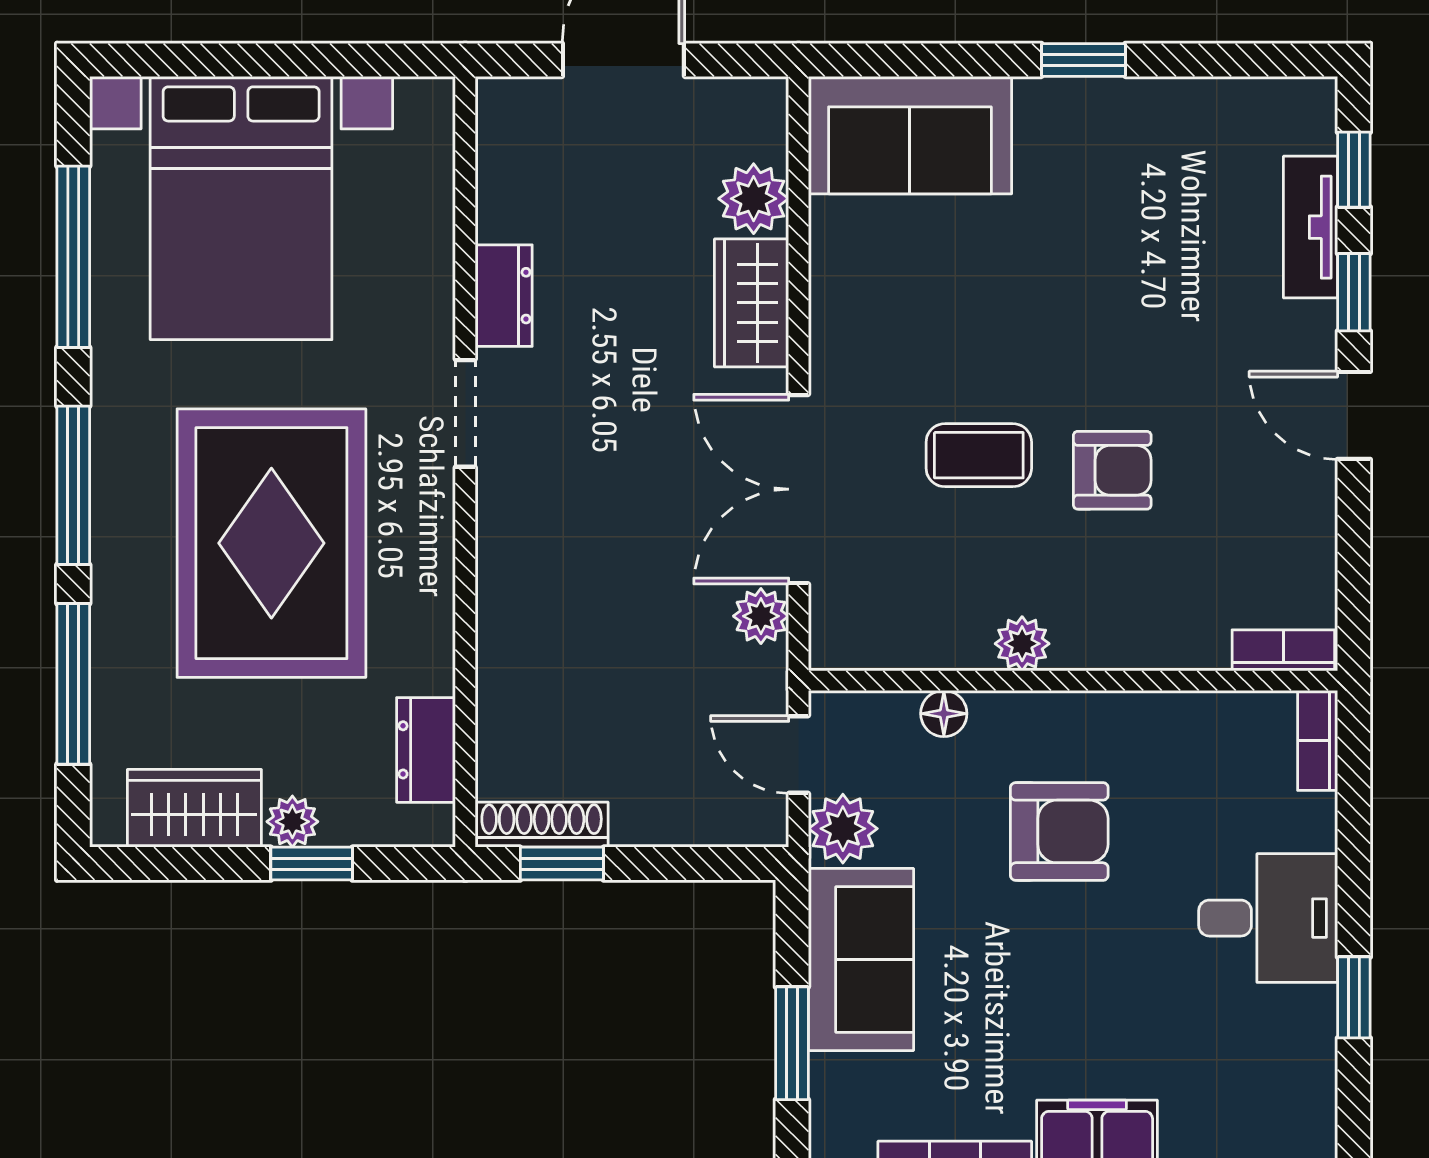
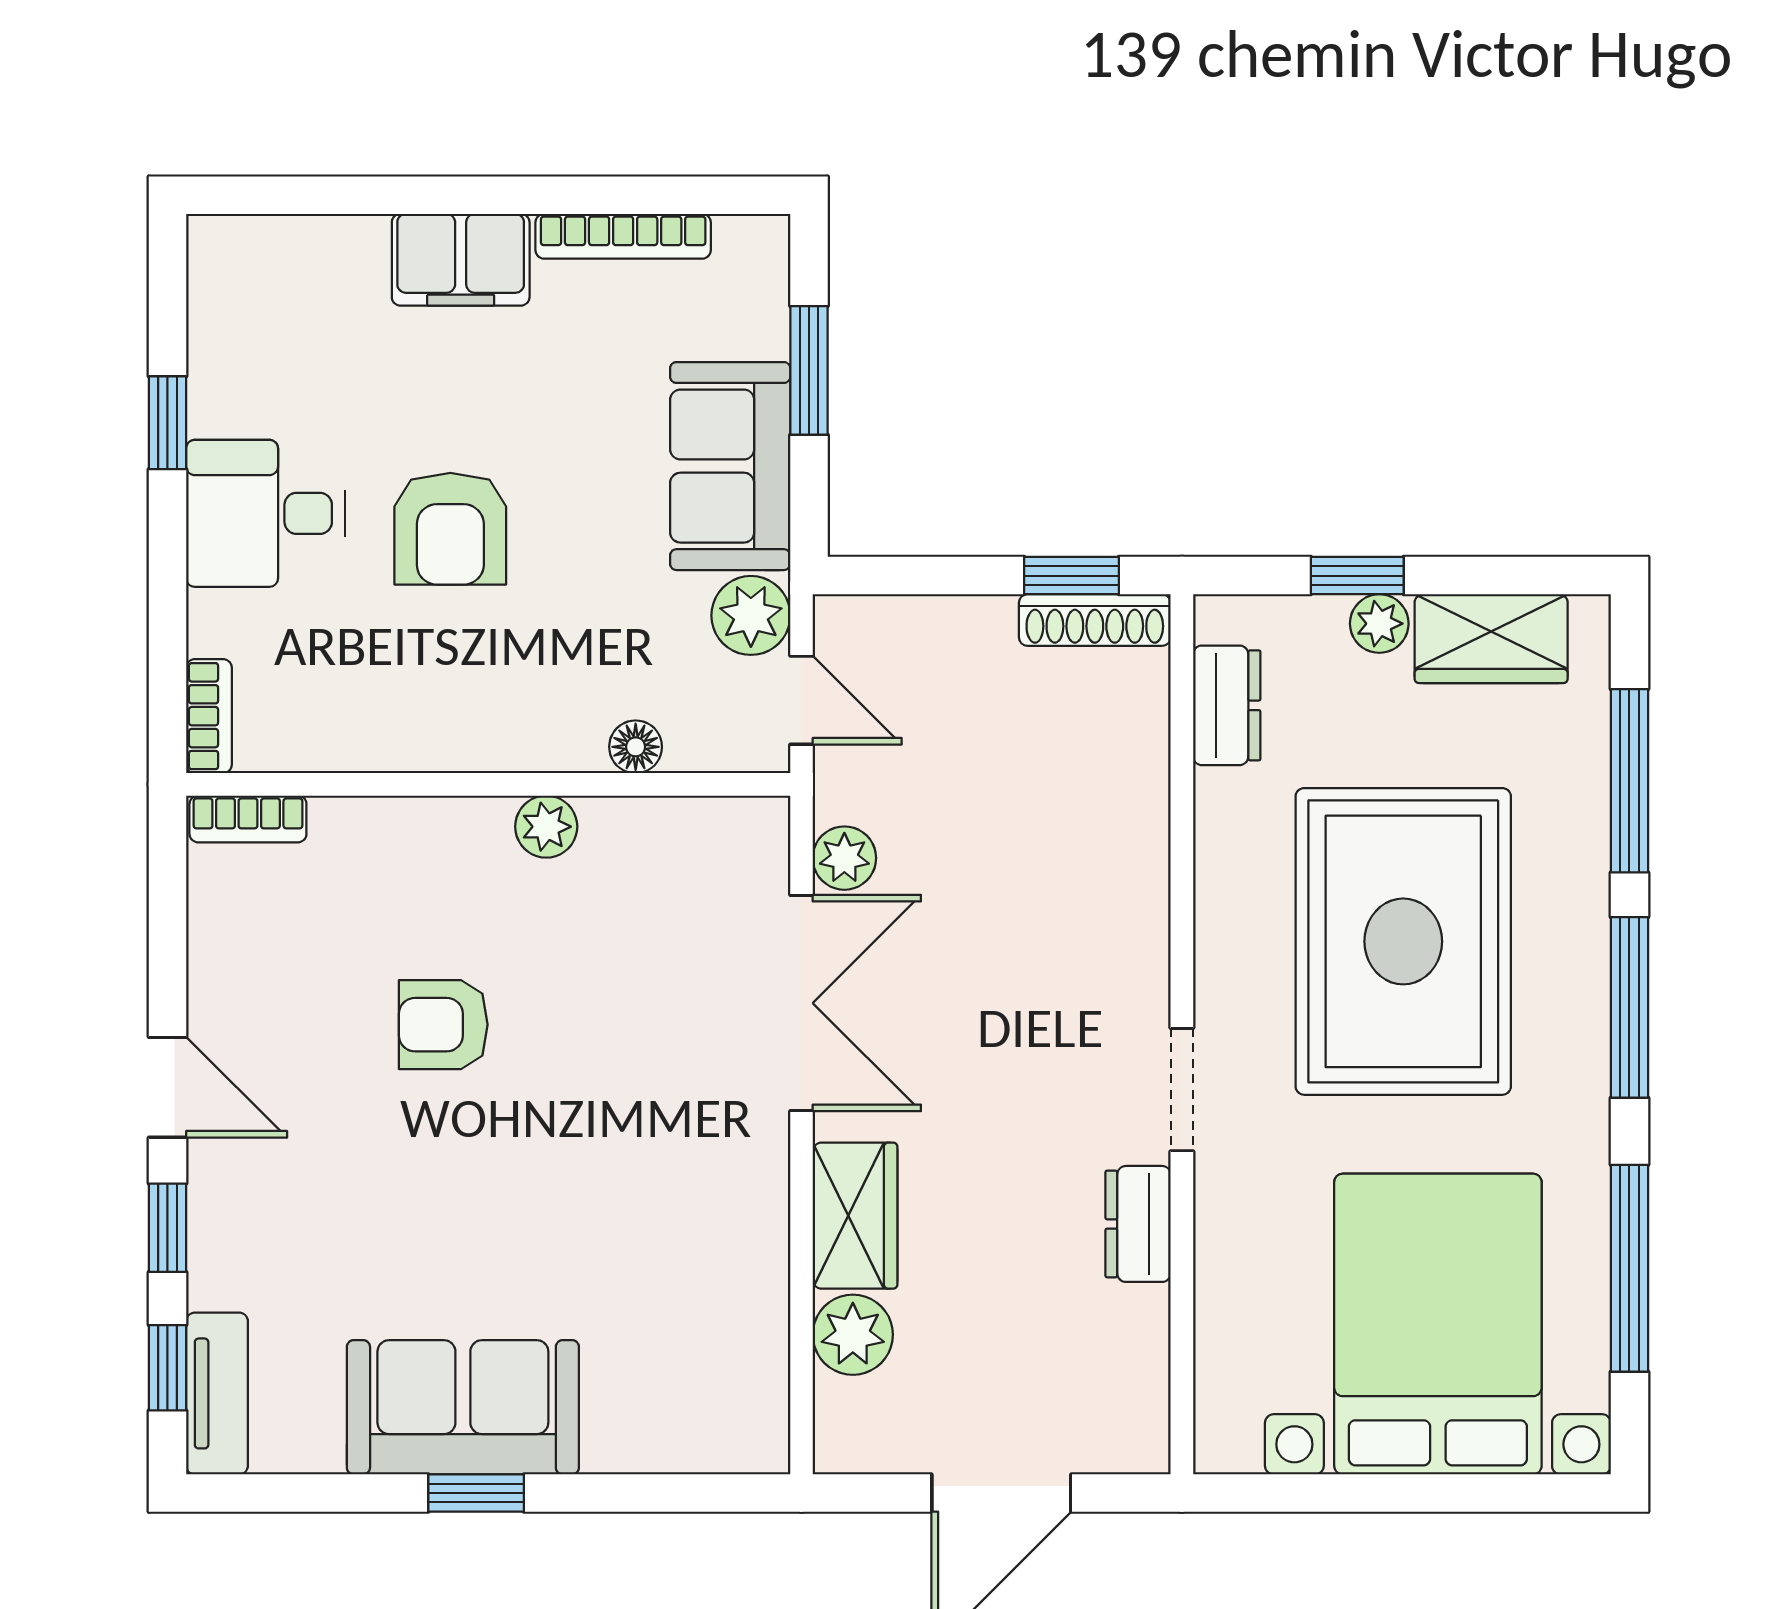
sofa: (910, 135) -> (463, 1407), moved
tv unit: (1310, 227) -> (217, 1393), moved
coffee table: (979, 455) -> (596, 1042), removed
armchair: (1059, 831) -> (450, 529), moved, turned -90

